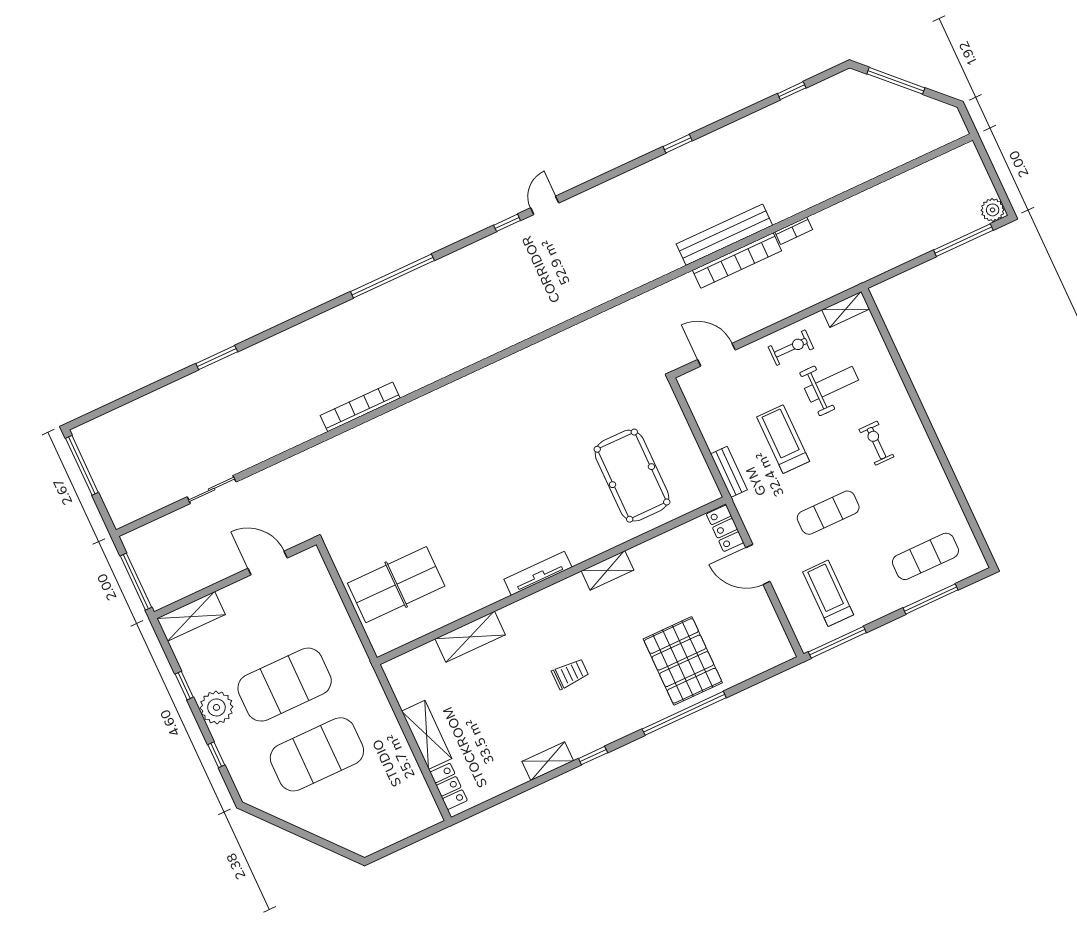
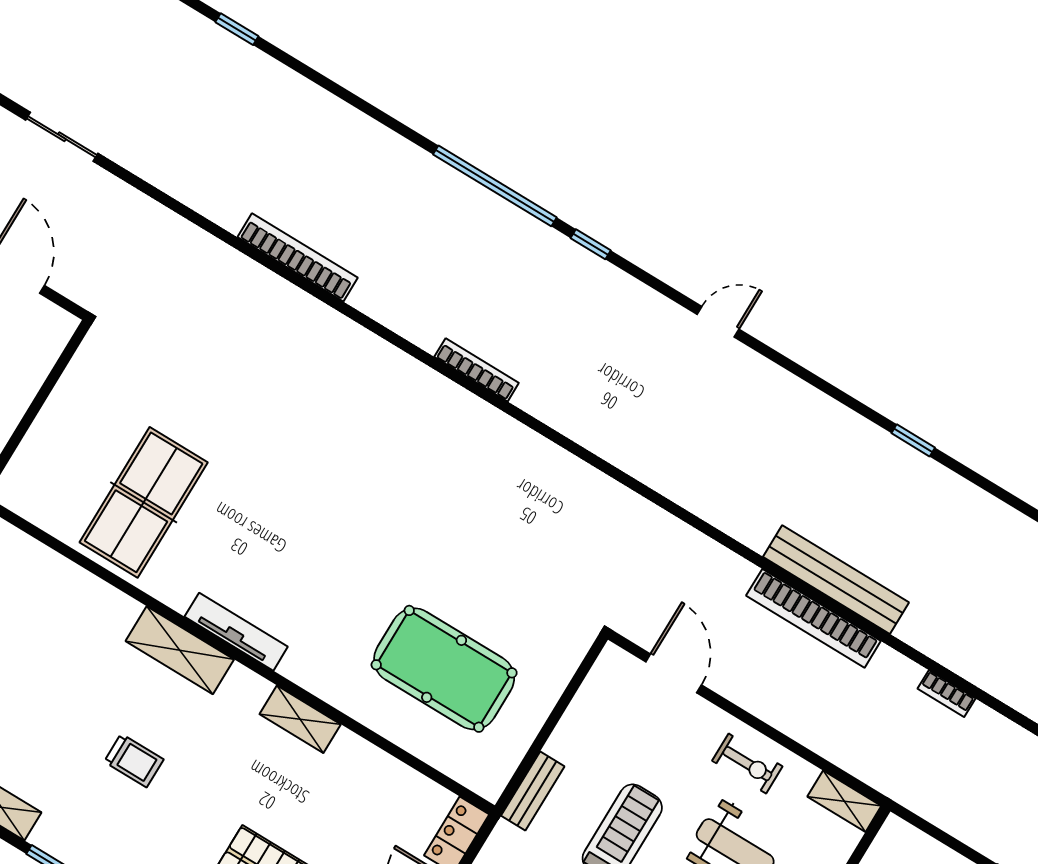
window: (507, 223) -> (591, 244), moved
bookcase: (794, 231) -> (946, 694), moved
bookcase: (484, 351) -> (477, 370), added
window: (217, 358) -> (237, 29), width x0.67
pool table: (632, 476) -> (444, 669), turned 90
table tennis table: (396, 585) -> (144, 502), moved, turned 90
shelving: (470, 637) -> (180, 650), moved

